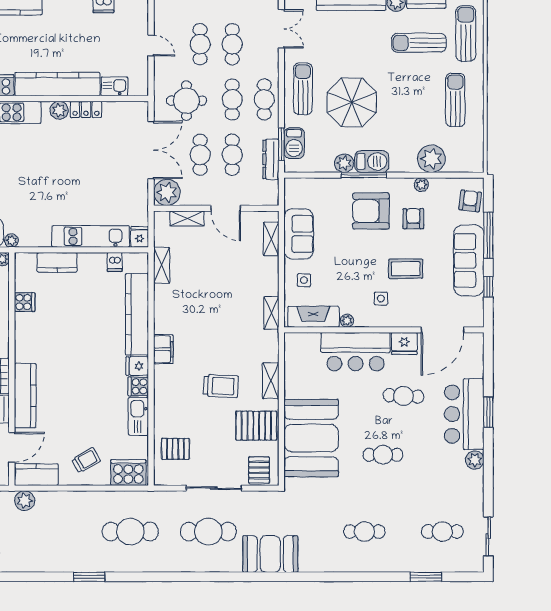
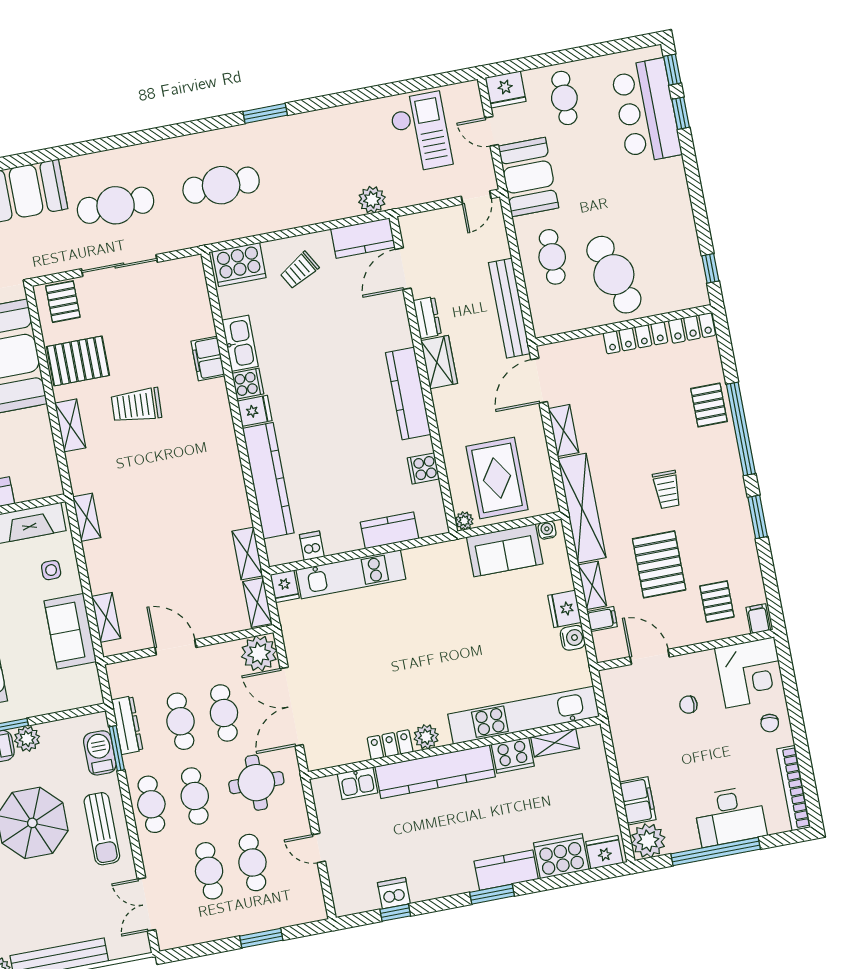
shelving: (187, 218) -> (257, 603), moved, turned 90
plant: (11, 241) -> (457, 548), removed
filing cabinet: (163, 349) -> (208, 359), moved
kitchen counter: (25, 396) -> (408, 393), moved
pallet: (175, 449) -> (181, 309), removed

